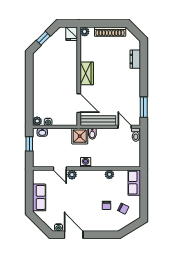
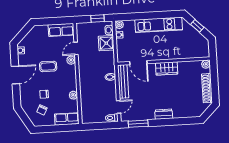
fridge: (72, 34) -> (203, 52), removed
dresser: (135, 59) -> (164, 114), moved
kitchen unit: (40, 79) -> (159, 25), added
door: (79, 103) -> (138, 63), hinge flipped
shower: (80, 136) -> (106, 43), moved
washing machine: (86, 162) -> (83, 72), removed
row of seats: (39, 197) -> (61, 30), moved
coffee table: (77, 199) -> (48, 66), added
door: (74, 235) -> (15, 75), moved

